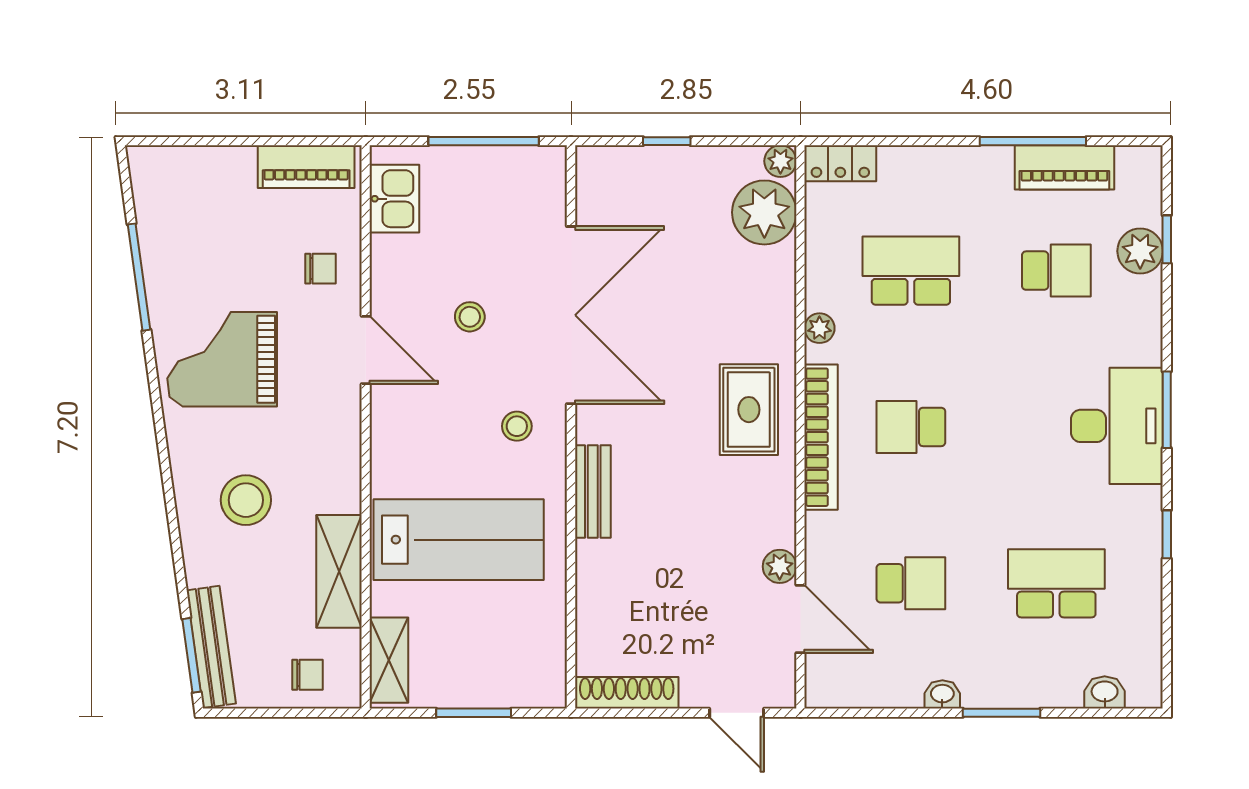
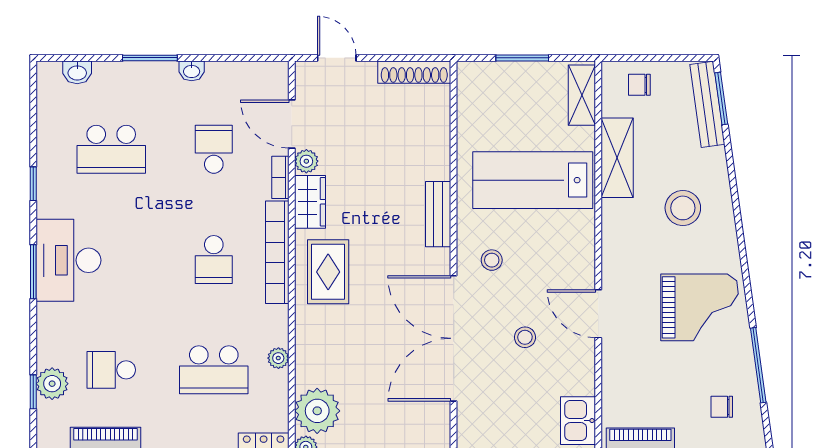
chair: (320, 269) -> (722, 407), moved
plant: (819, 328) -> (278, 358), moved
school desk: (911, 427) -> (214, 260), turned 90
wardrobe: (775, 509) -> (310, 202), added
bookcase: (817, 543) -> (280, 177), added
school desk: (911, 583) -> (214, 149), turned 90

